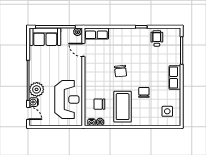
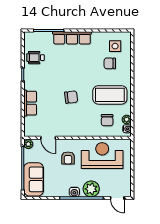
row of seats: (96, 33) -> (30, 103), moved
door: (83, 50) -> (48, 138), hinge flipped
armchair: (65, 68) -> (68, 158), added
row of seats: (175, 78) -> (72, 38), width x1.48
chair: (144, 92) -> (110, 63), moved
water cooler: (34, 102) -> (74, 192), moved
door: (28, 113) -> (117, 198), swing flipped

